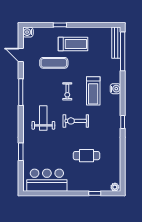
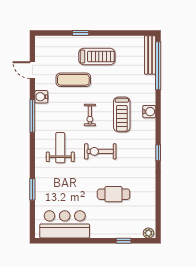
water cooler: (28, 32) -> (41, 97), moved

